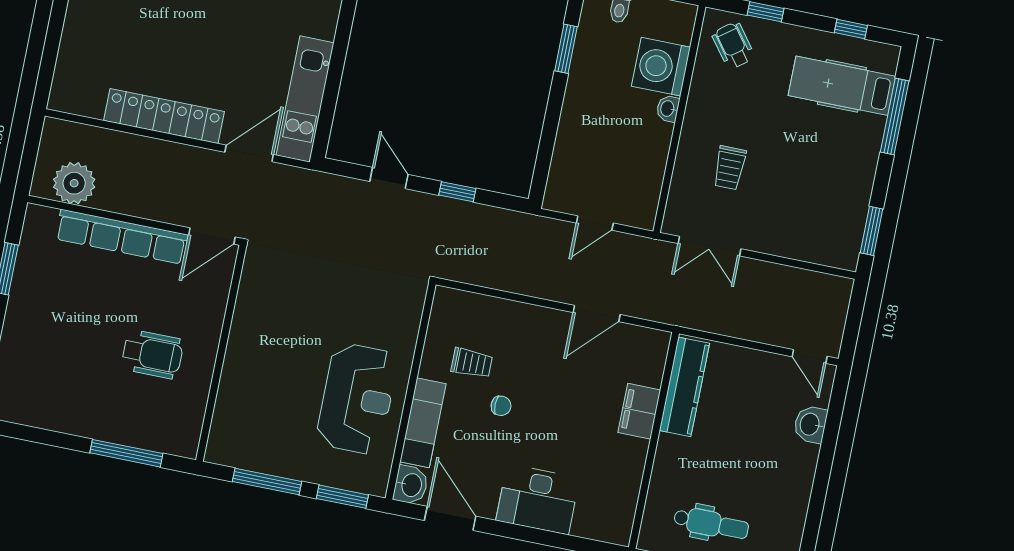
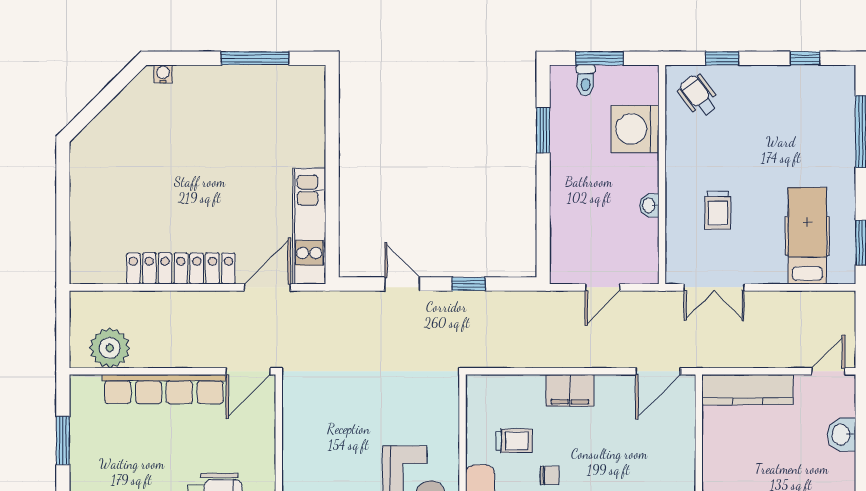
hospital bed: (842, 86) -> (807, 236), moved, turned 90
washbasin: (668, 109) -> (649, 205), moved
door: (597, 314) -> (658, 371), moved
door: (810, 356) -> (828, 371), swing flipped
kitchen counter: (684, 387) -> (747, 390), moved, turned 90
filing cabinet: (639, 411) -> (570, 390), moved, turned -90

